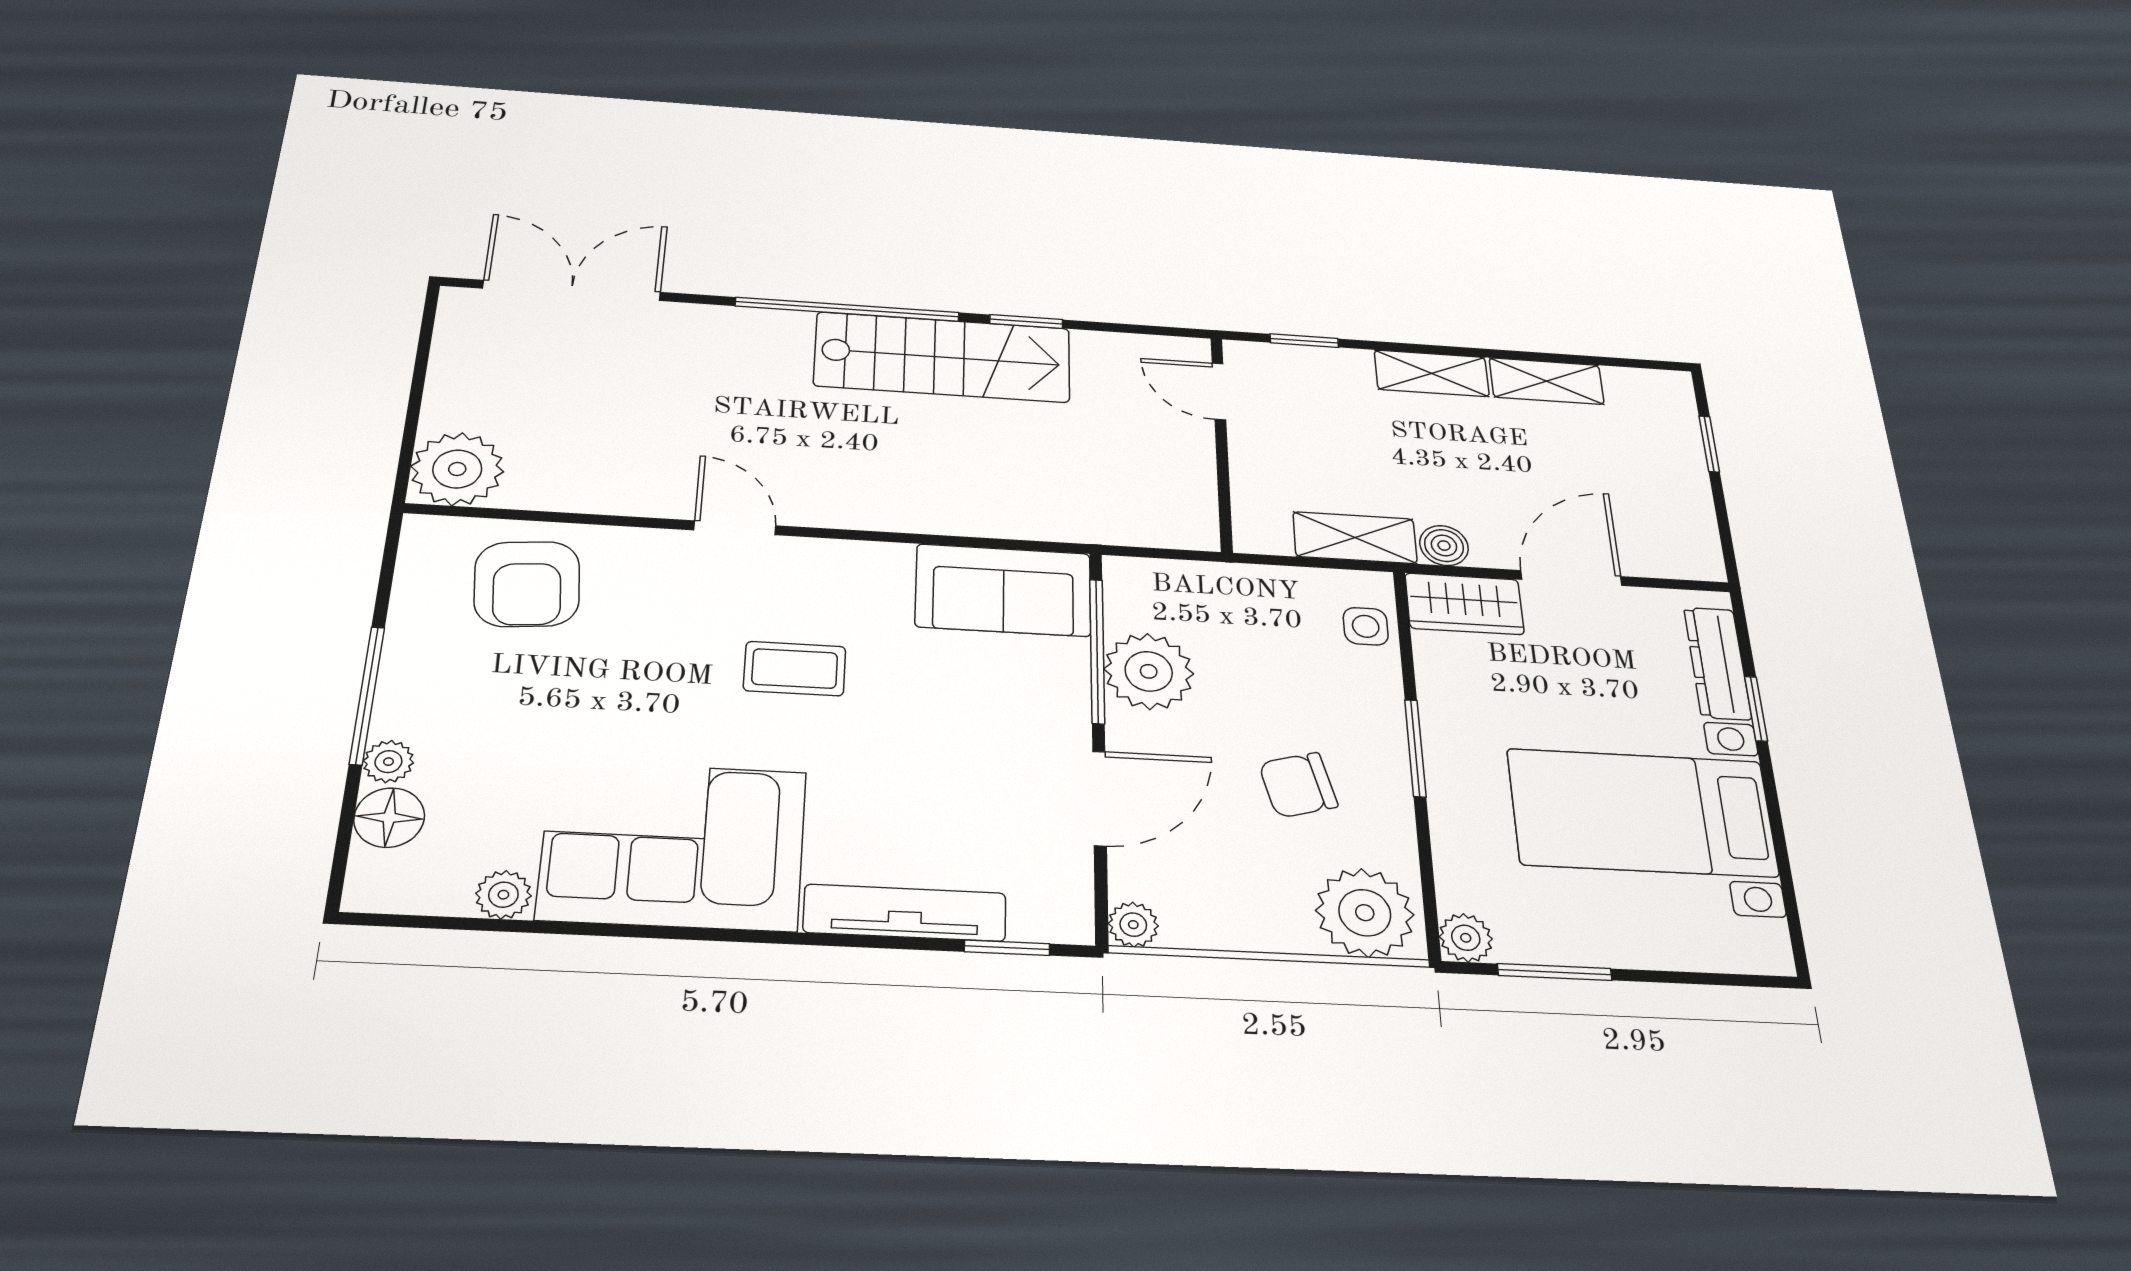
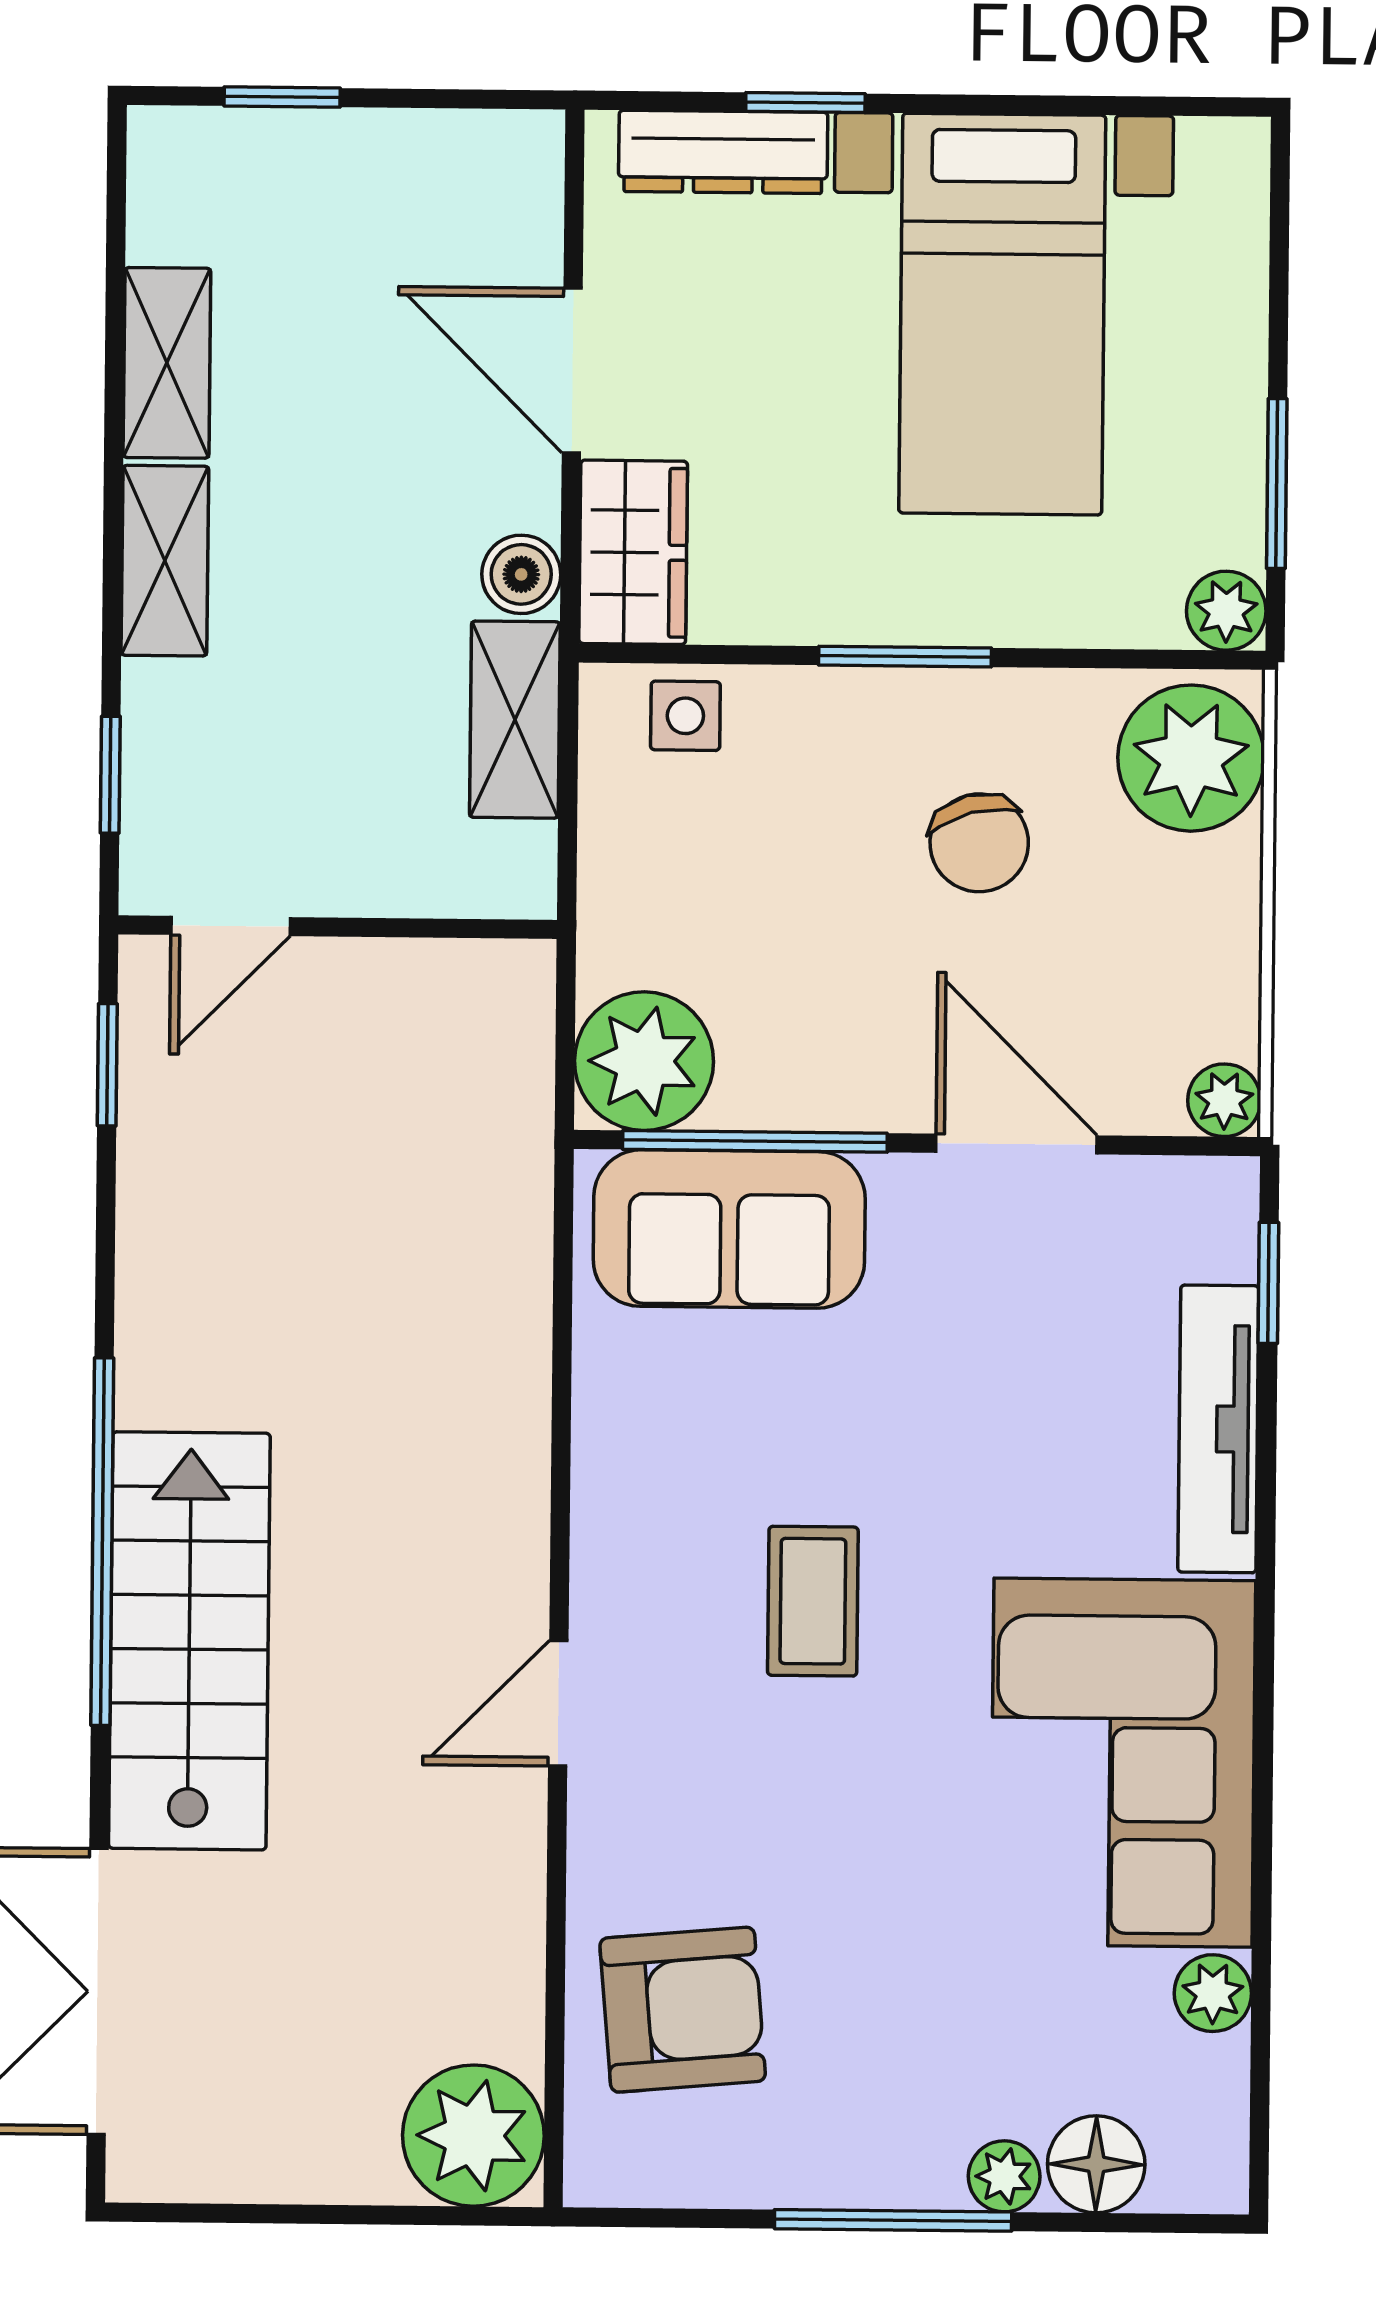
window: (1026, 322) -> (107, 1065), moved
stairs: (943, 357) -> (189, 1641), moved
sofa: (1003, 590) -> (729, 1229), moved, turned 90
plant: (1149, 671) -> (644, 1061), moved

